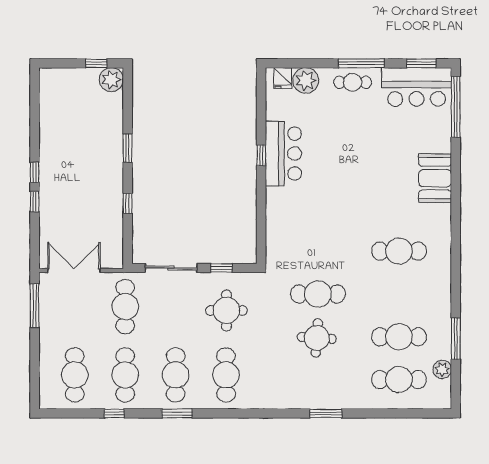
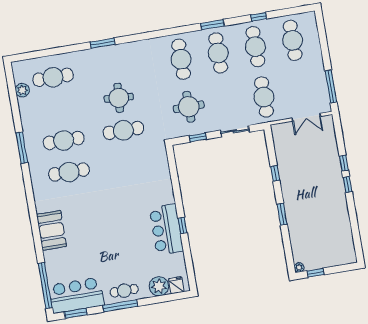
plant: (111, 80) -> (299, 267), width x0.53, depth x0.53
sliding door: (171, 268) -> (235, 131), width x0.73
double door: (74, 271) -> (306, 117), width x0.73
cafe table: (399, 337) -> (64, 140), moved
window: (456, 339) -> (22, 148), moved

